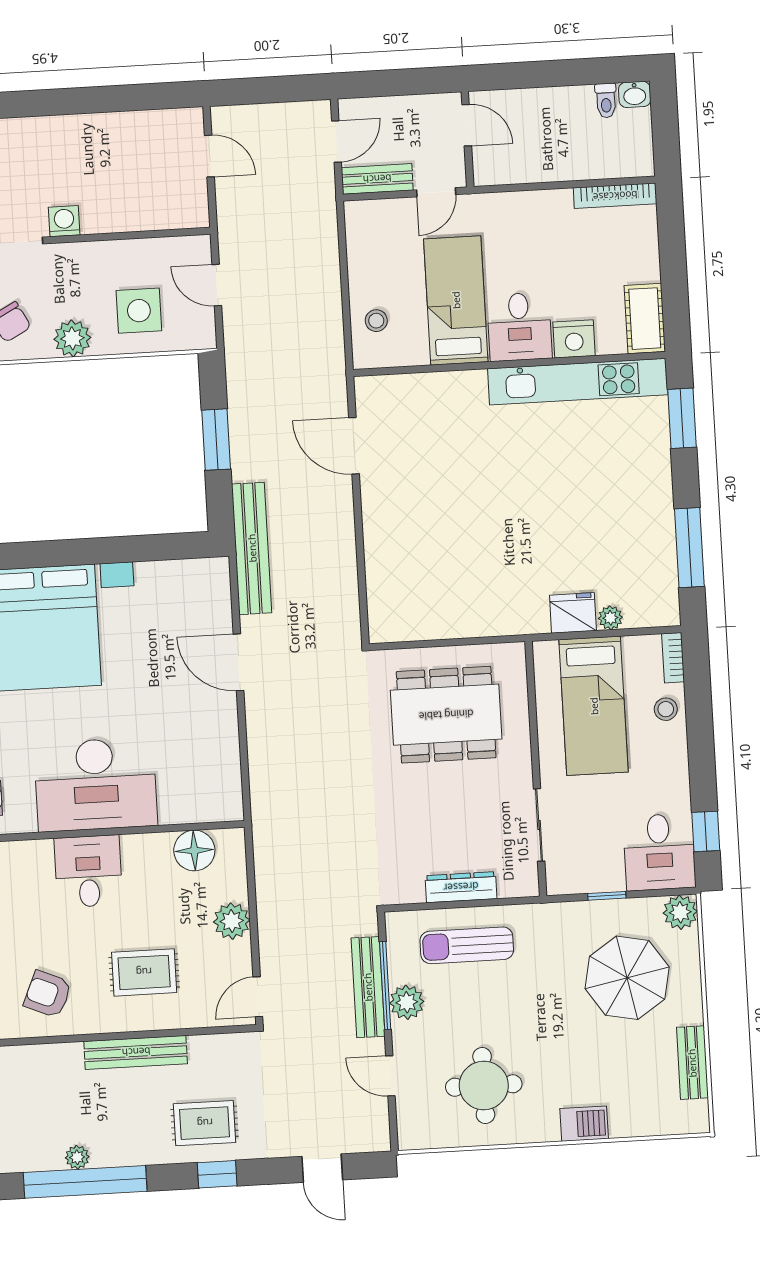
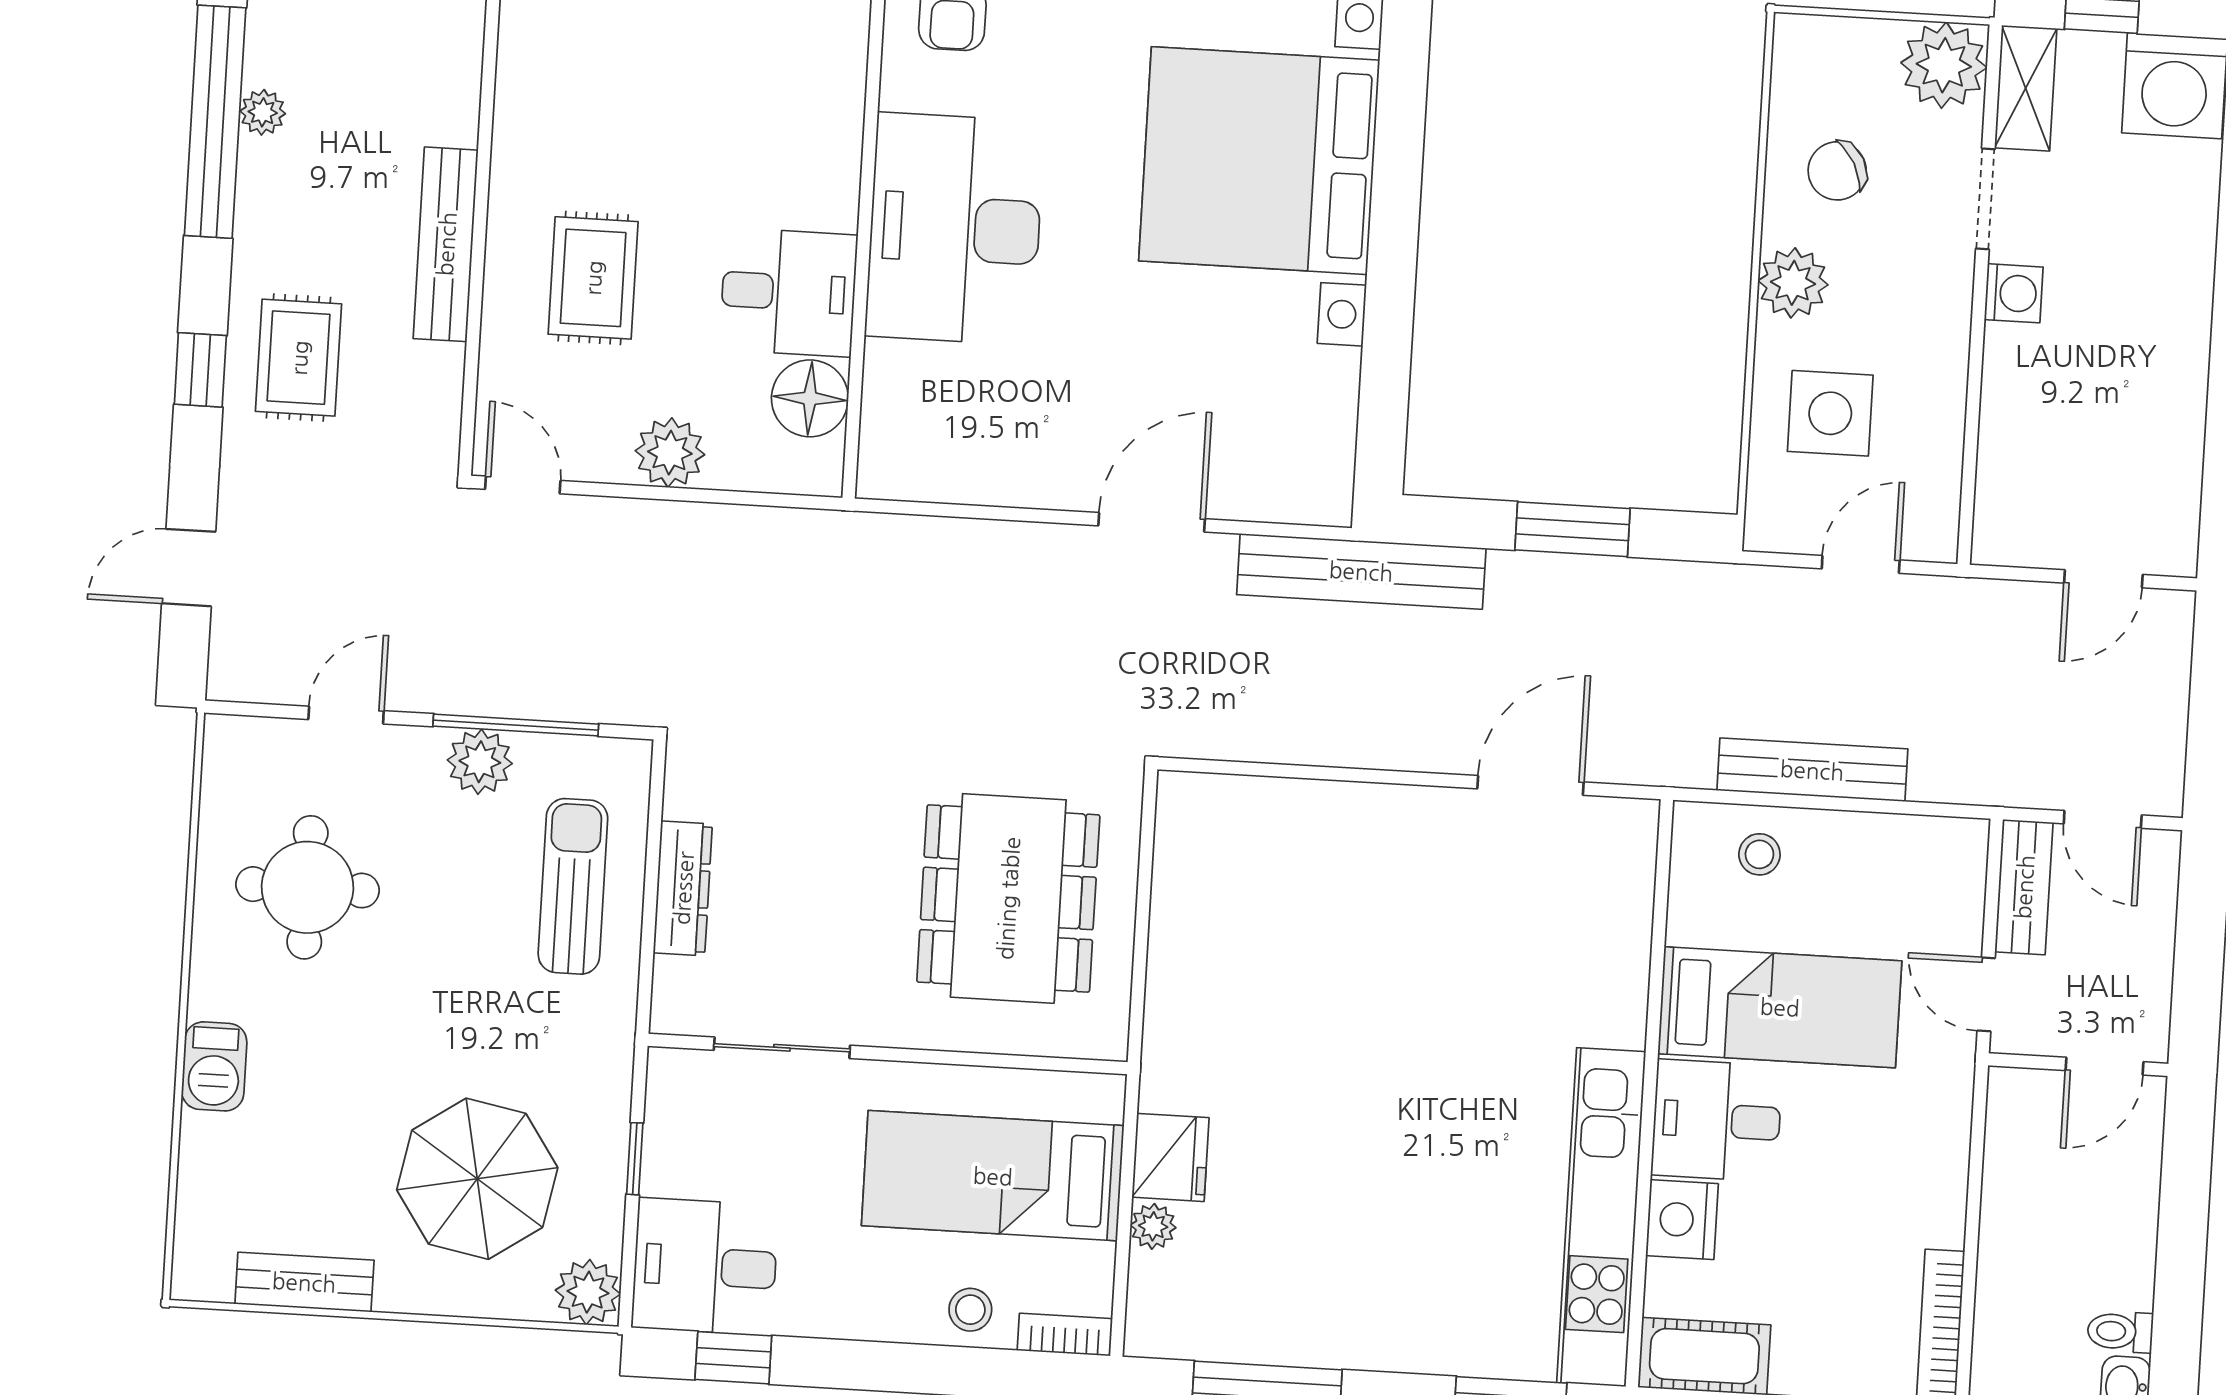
desk: (88, 871) -> (788, 292), moved
bench: (368, 987) -> (1812, 770), moved
armchair: (48, 994) -> (574, 93), removed

